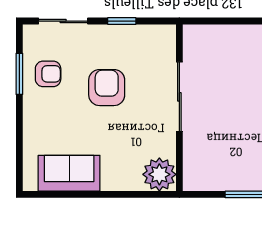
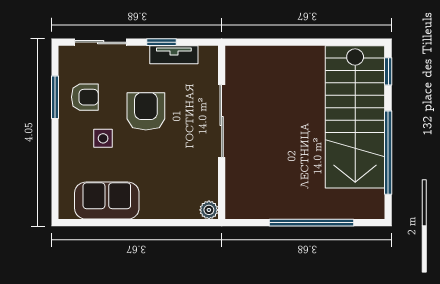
tv unit: (134, 33) -> (174, 55), added
side table: (65, 113) -> (103, 138), added
plant: (159, 174) -> (209, 210), width x0.53, depth x0.53

